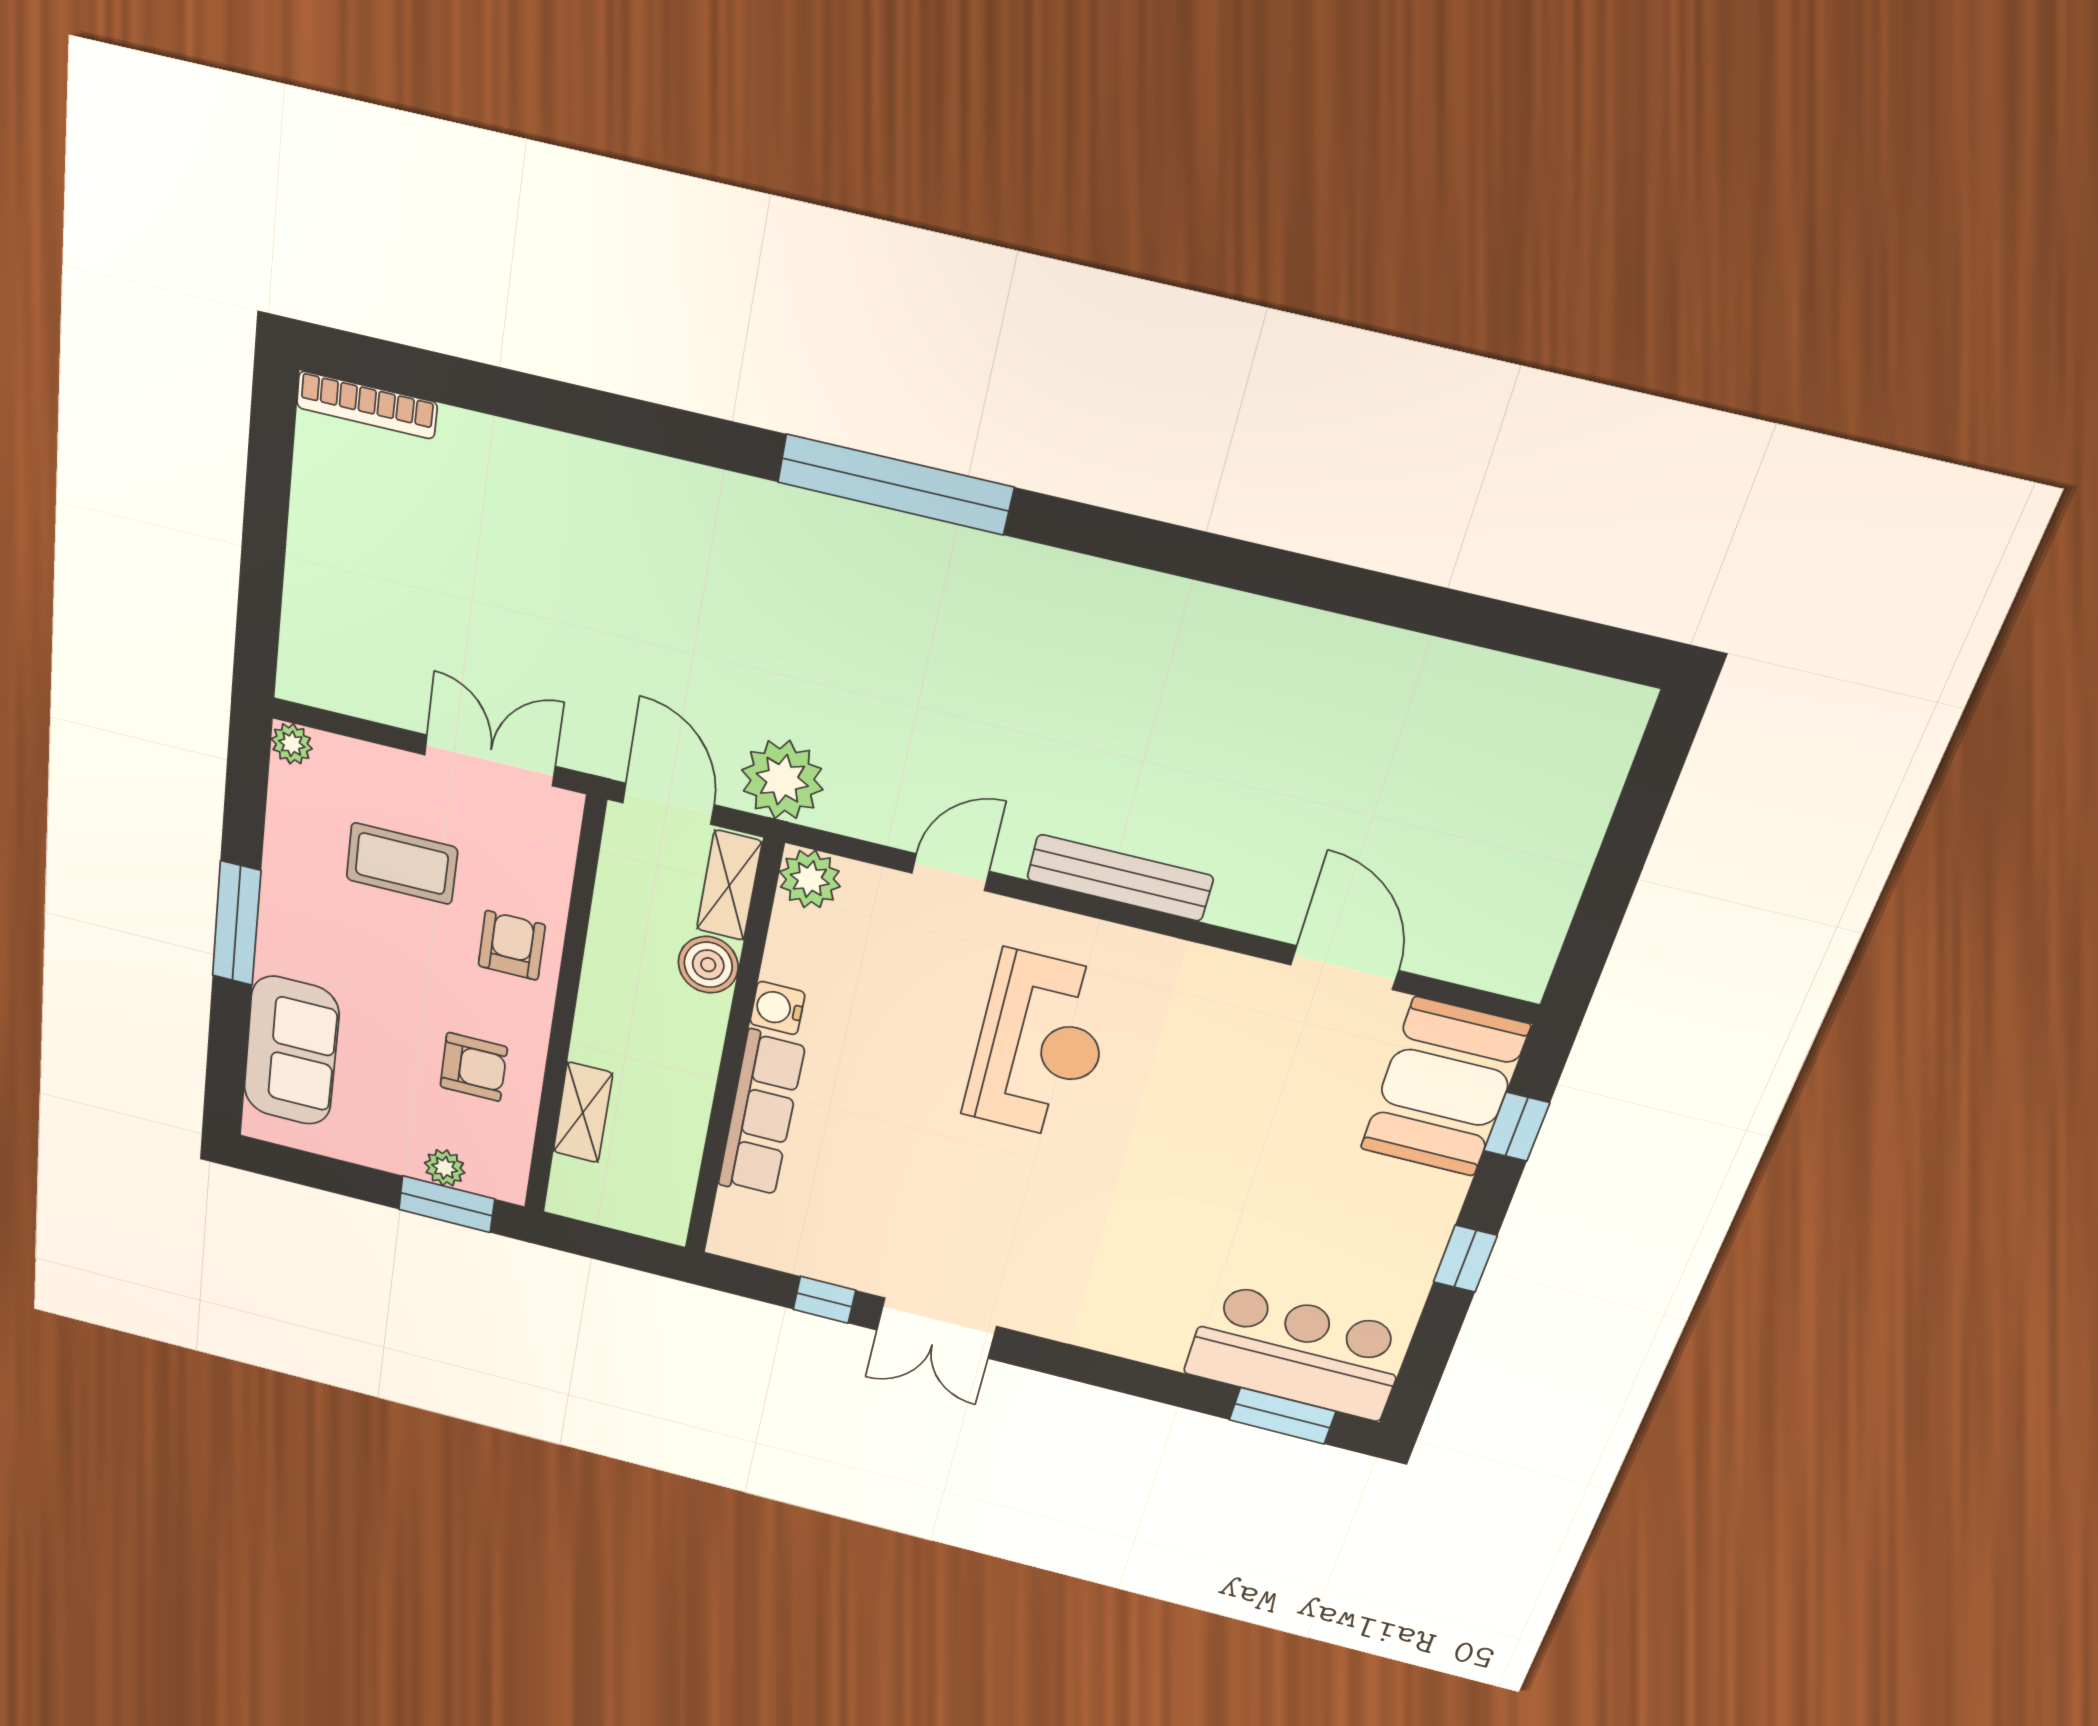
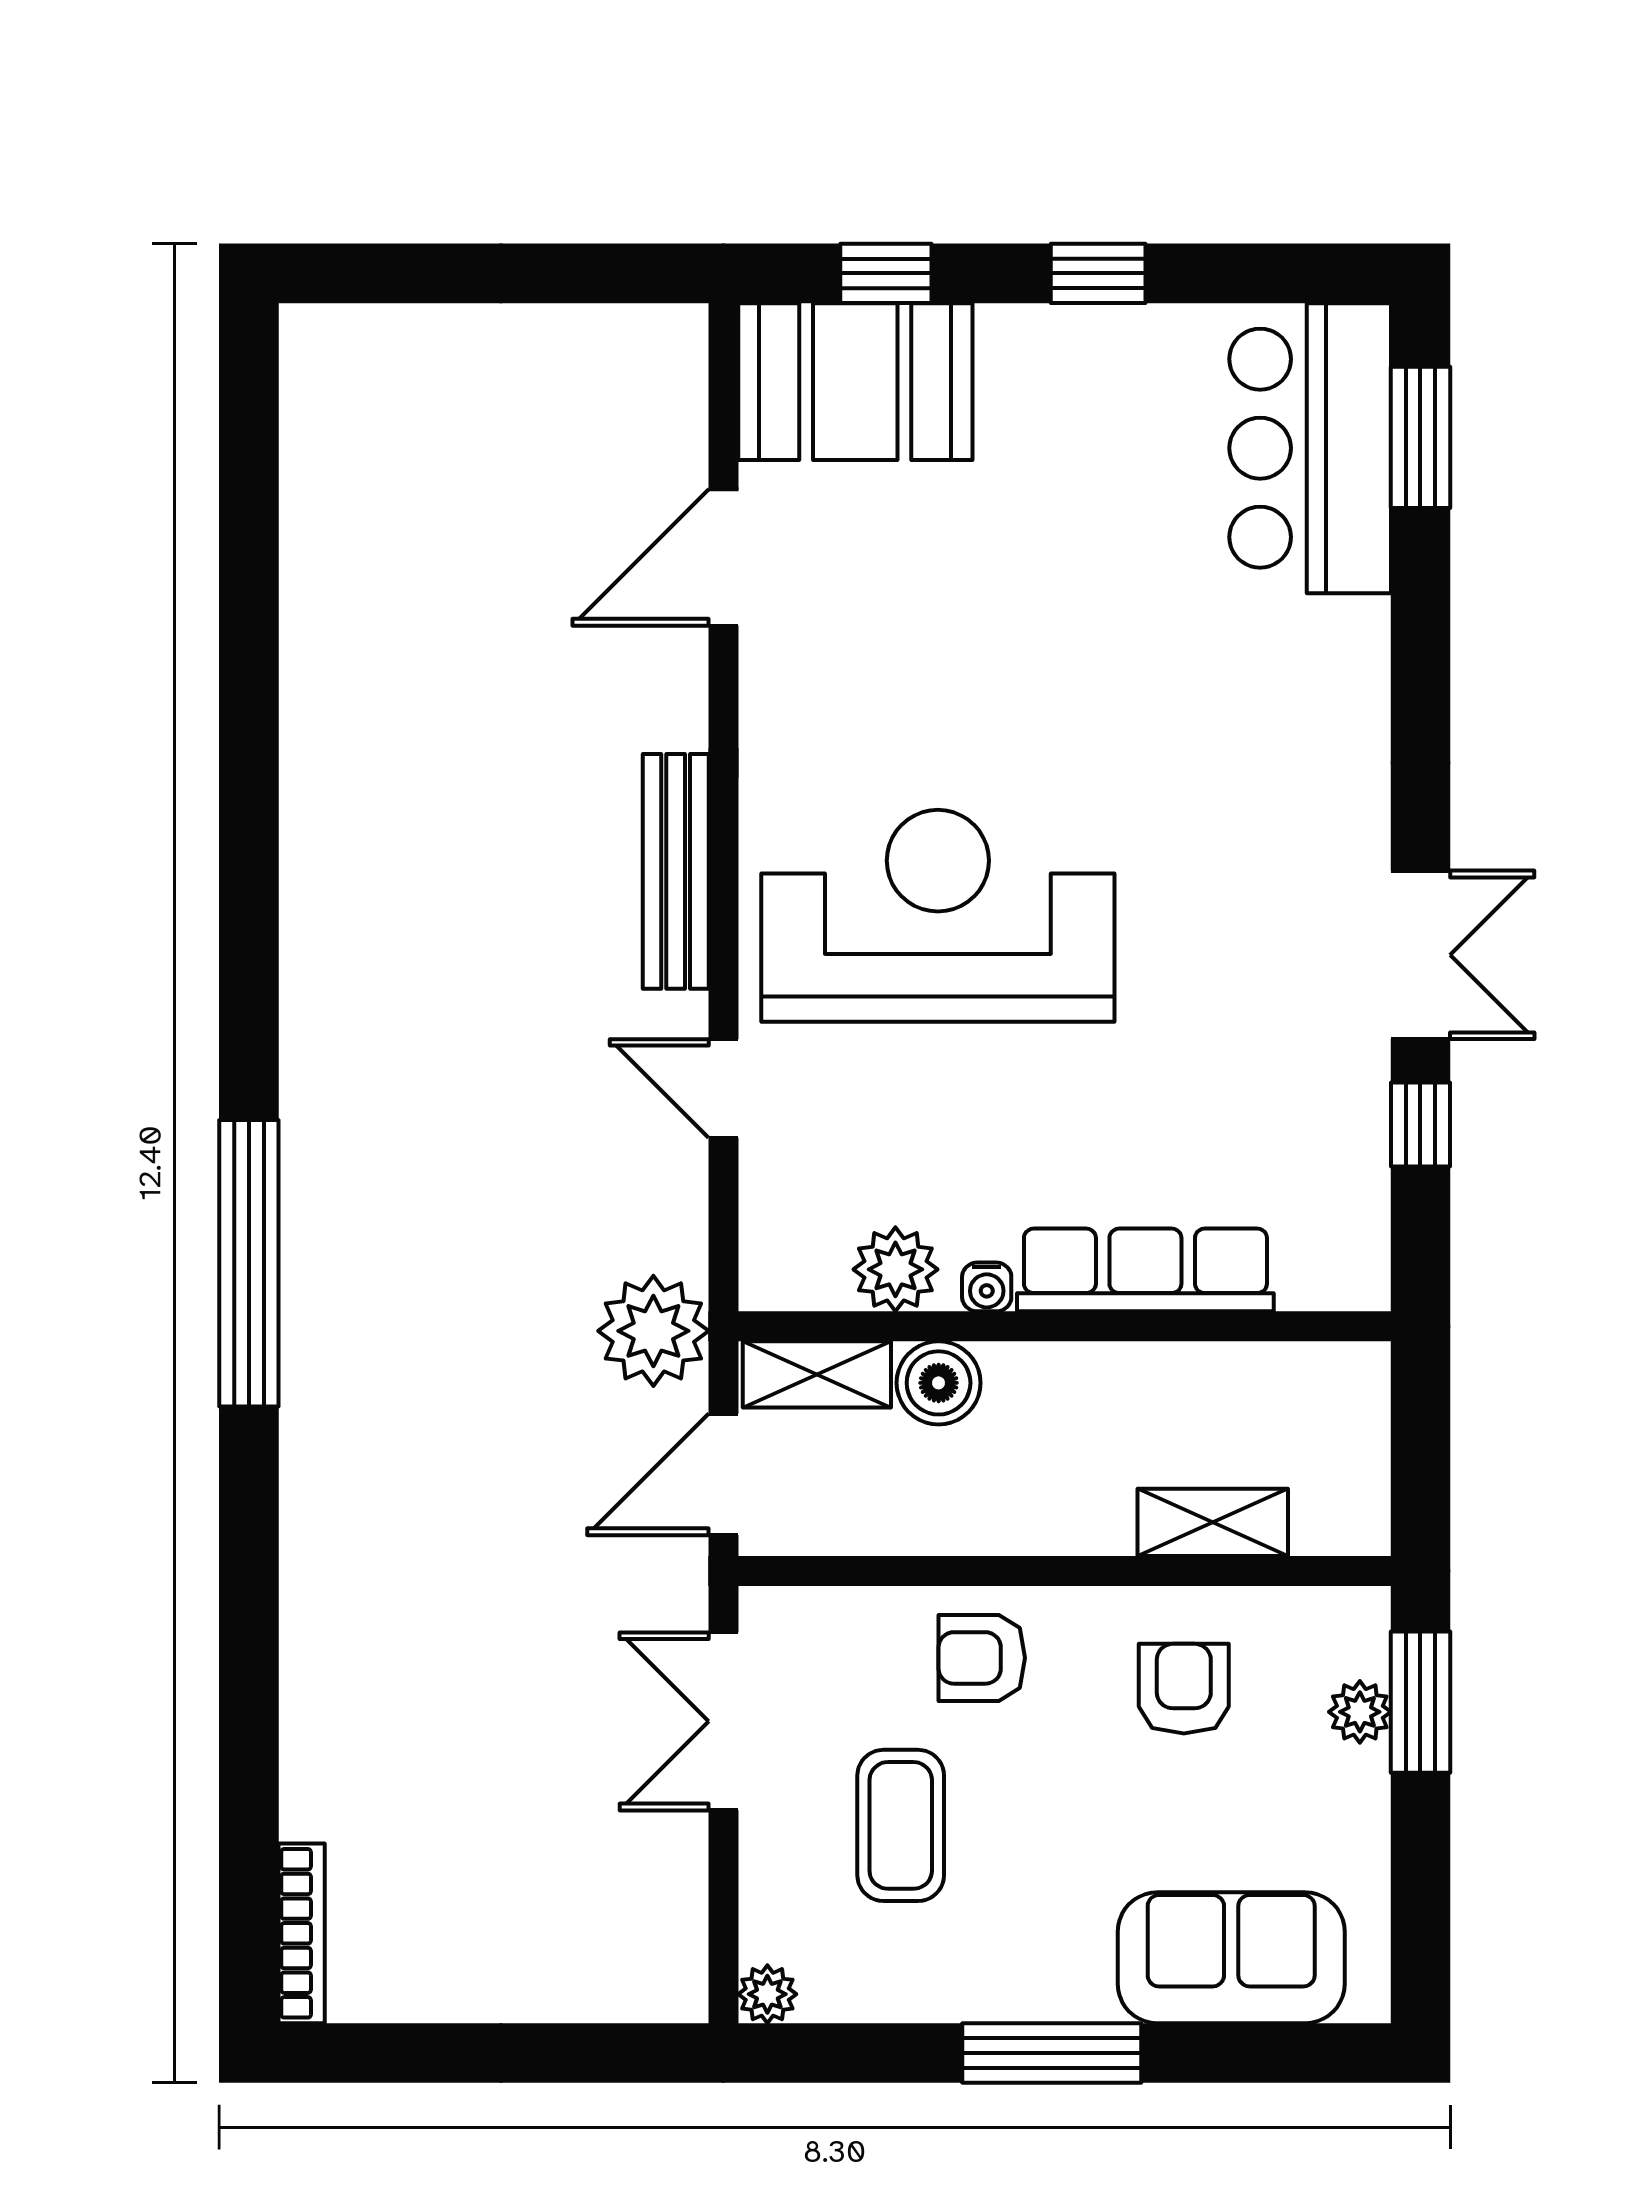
plant: (810, 879) -> (895, 1269), moved
water cooler: (777, 1008) -> (987, 1287), width x0.72, depth x0.72
reception desk: (1040, 1046) -> (938, 916), width x1.36, depth x1.30

